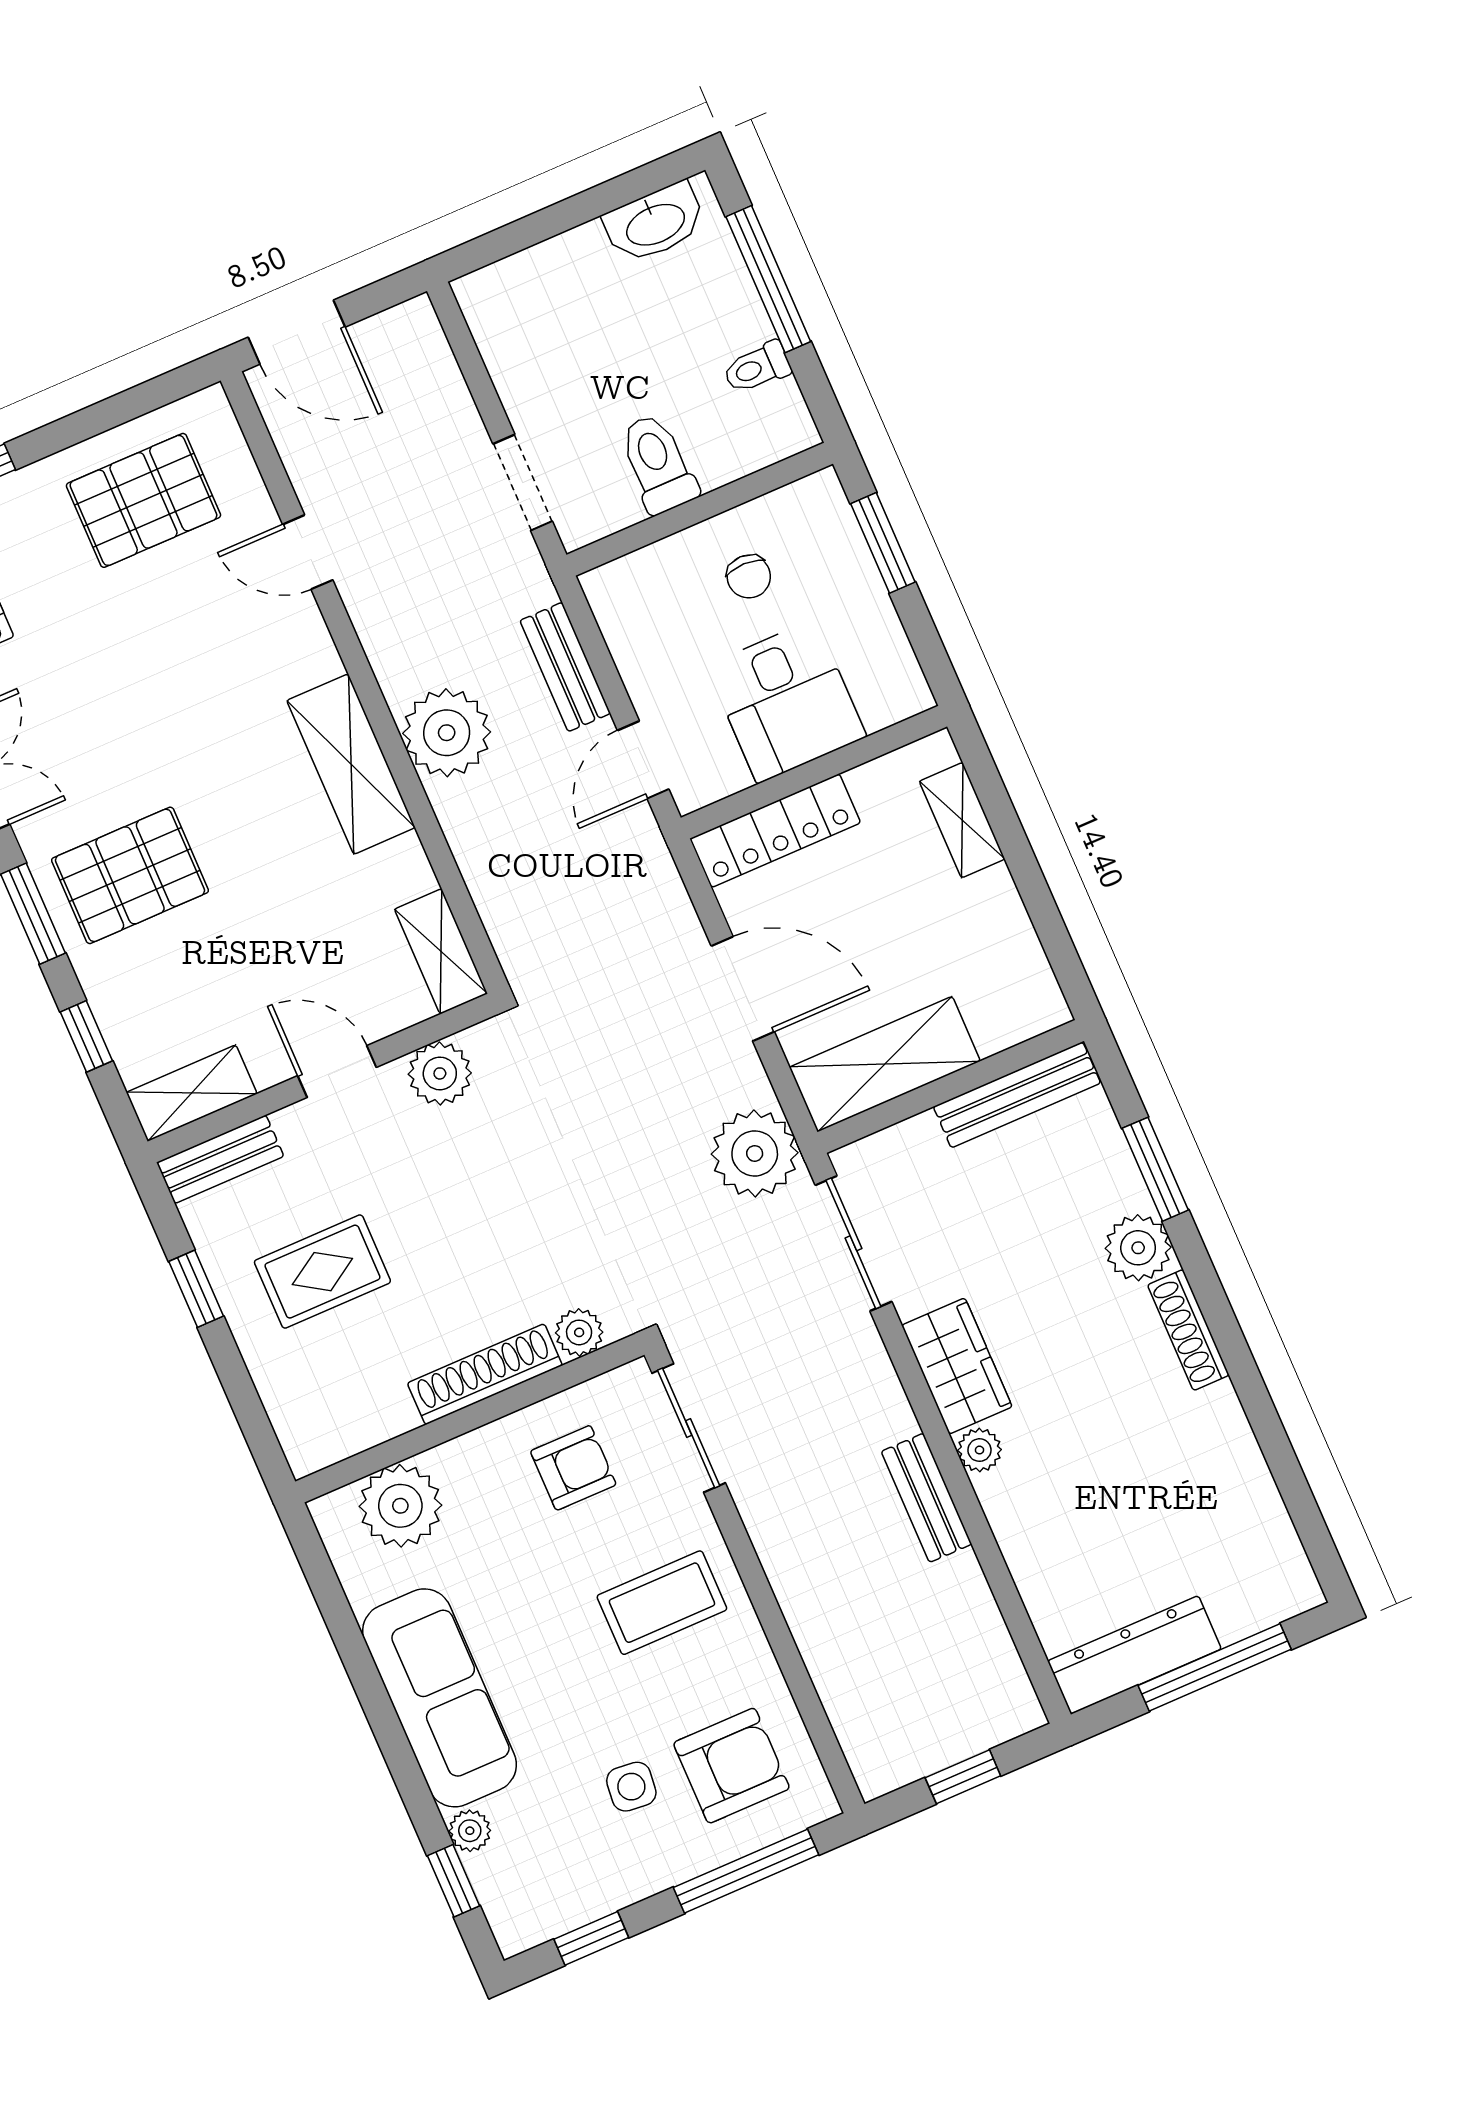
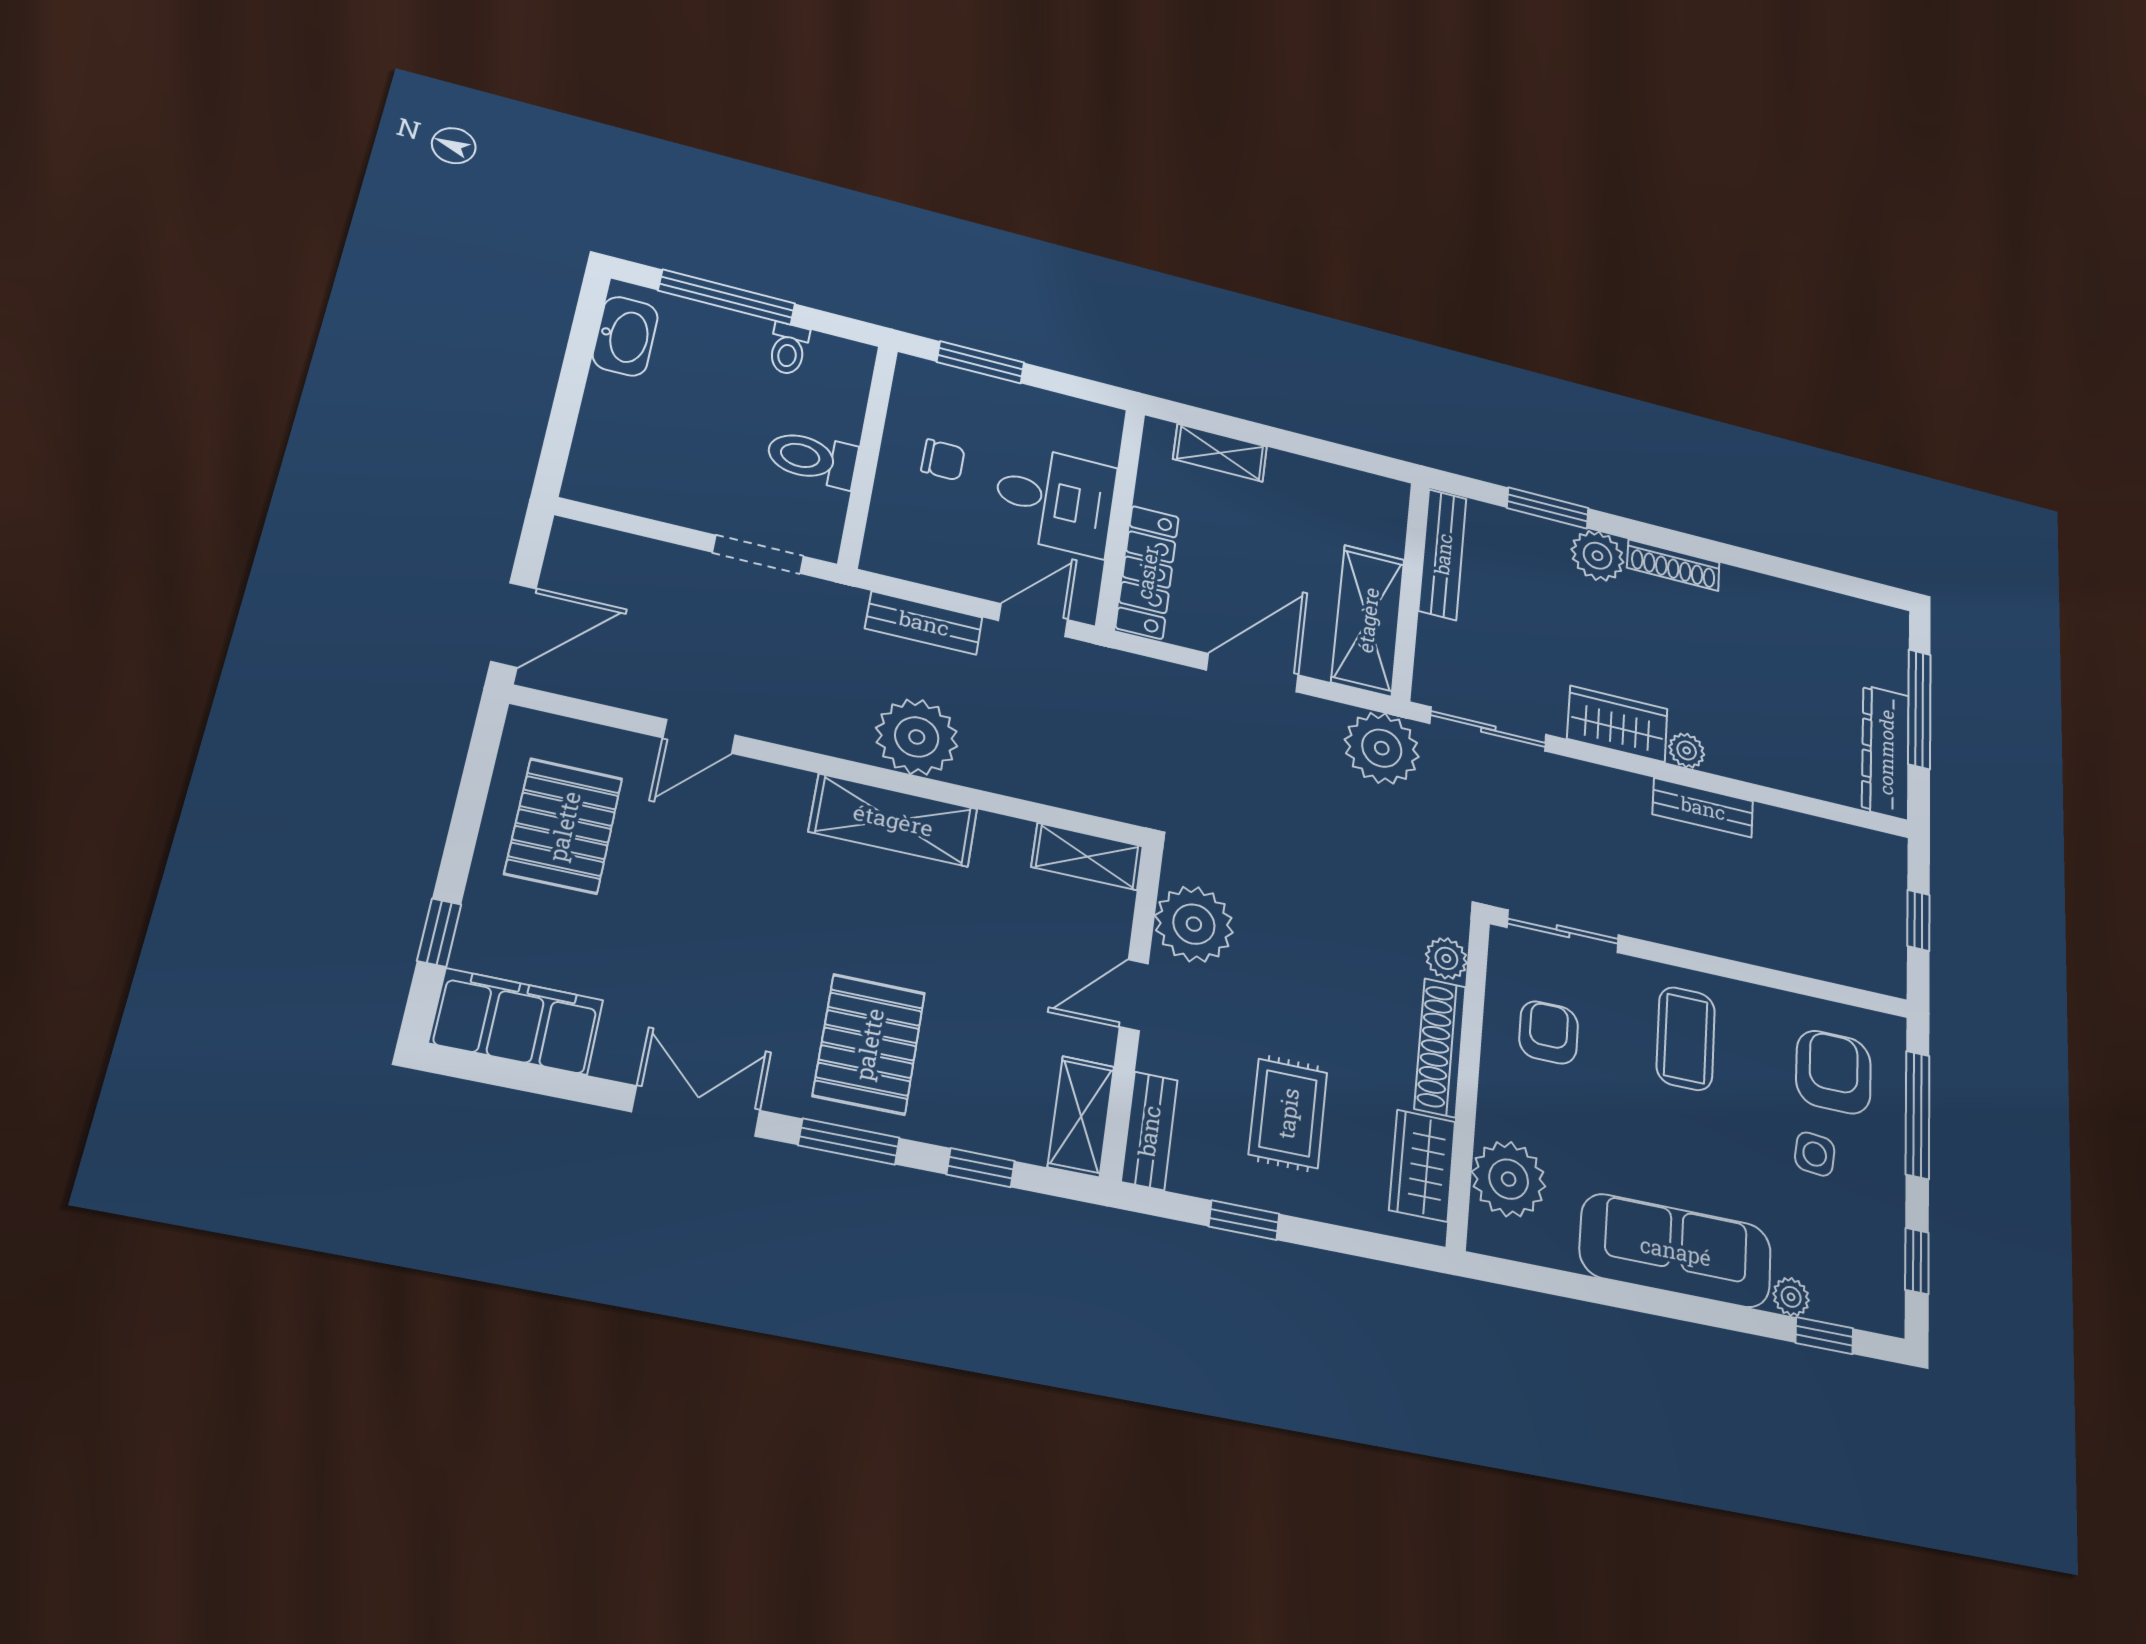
door: (643, 760) -> (1033, 620), swing flipped
plant: (440, 1073) -> (1194, 924), width x1.36, depth x1.36
wardrobe: (358, 1420) -> (1422, 1166), added

